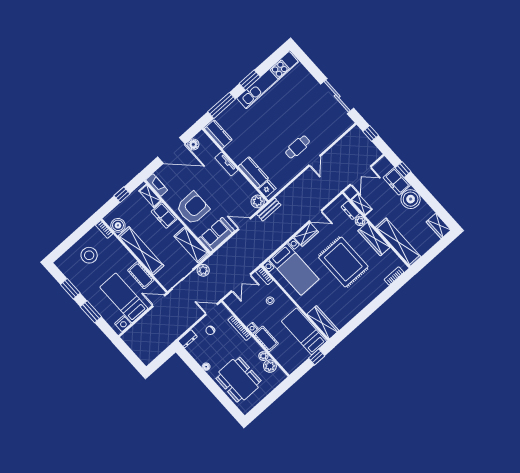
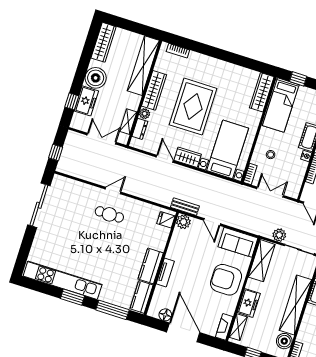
kitchen counter: (253, 172) -> (151, 266), moved
wardrobe: (439, 226) -> (104, 42), width x1.50

